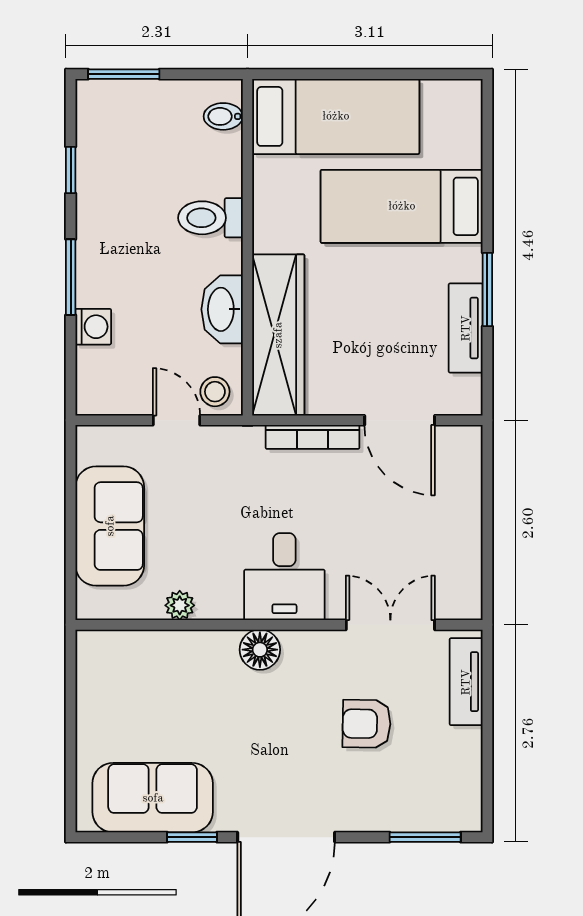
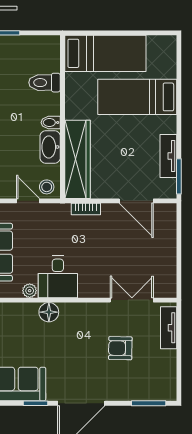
bidet: (223, 116) -> (51, 123), moved
toilet: (210, 218) -> (44, 83), moved
window: (487, 289) -> (179, 176), moved
bookcase: (312, 437) -> (86, 209), width x0.64
desk: (284, 577) -> (58, 277), moved
floor lamp: (260, 650) -> (49, 312), moved

